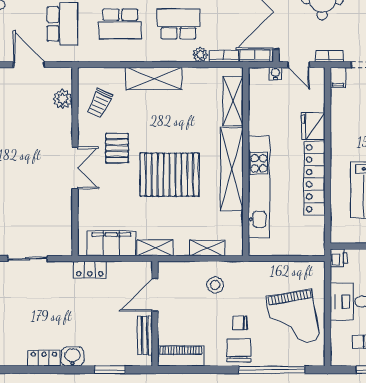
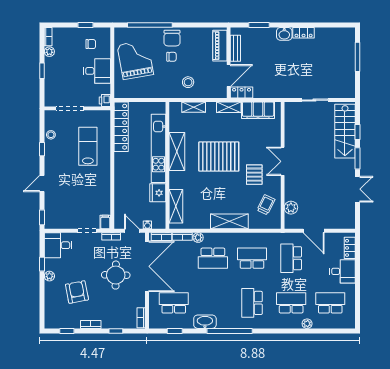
fridge: (313, 126) -> (158, 193), moved, turned 180
shelving: (232, 169) -> (177, 151), width x0.68
locker: (314, 178) -> (121, 127), moved
locker: (90, 270) -> (242, 93), moved
piano: (181, 356) -> (220, 46), moved, turned 90

